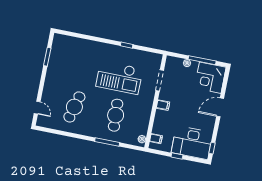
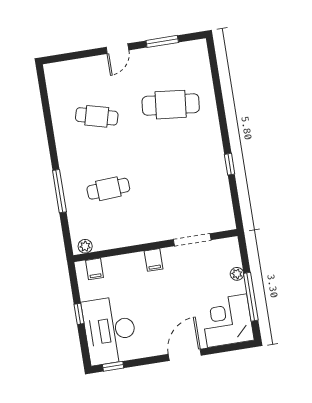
cafe table: (83, 65) -> (171, 105), added
checkout: (119, 77) -> (172, 172), removed
cafe table: (74, 107) -> (97, 116), width x0.73, depth x0.74
door: (220, 107) -> (185, 355), hinge flipped
door: (37, 108) -> (117, 49), moved
cafe table: (116, 115) -> (108, 189), width x0.73, depth x0.74

